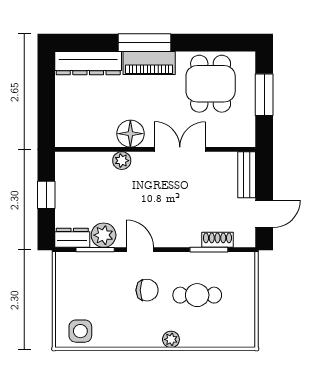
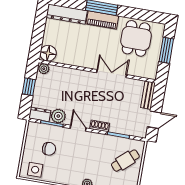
floor lamp: (130, 134) -> (48, 53), moved
plant: (122, 161) -> (44, 69), moved
shoe rack: (217, 240) -> (100, 126), moved
chair: (147, 290) -> (49, 149), moved
cafe table: (197, 295) -> (125, 161), moved, turned -42

